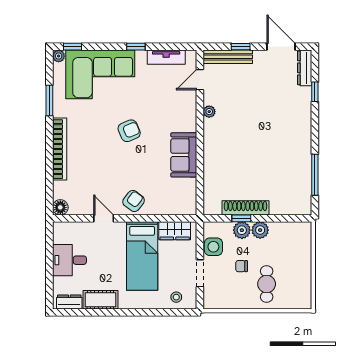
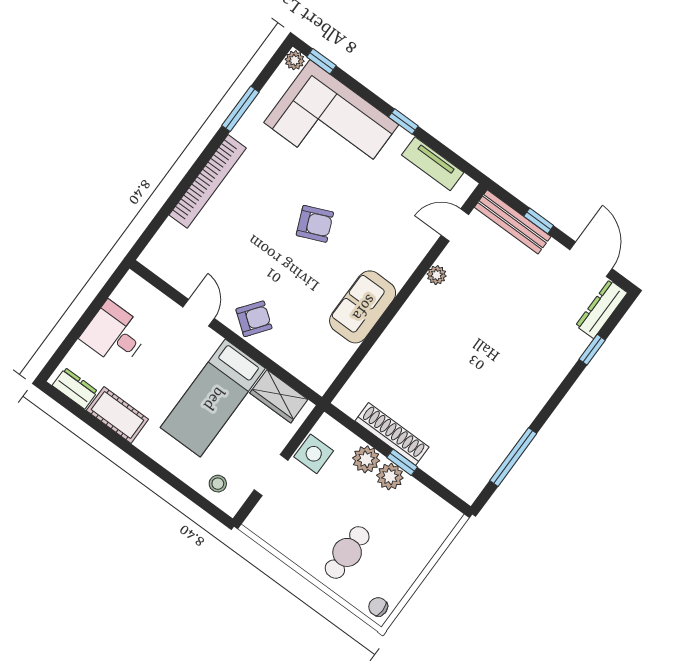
floor lamp: (60, 207) -> (153, 257), removed
window: (241, 218) -> (402, 462), moved
chair: (242, 266) -> (378, 607), moved

